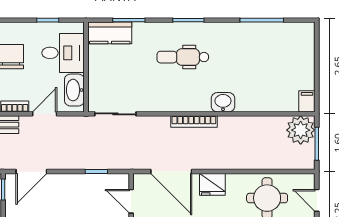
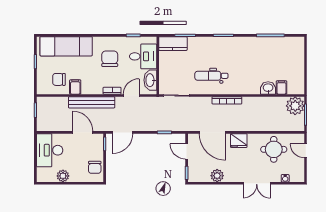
dental chair: (183, 57) -> (211, 76), moved
filing cabinet: (307, 101) -> (281, 87), moved
washbasin: (223, 102) -> (268, 88), moved

